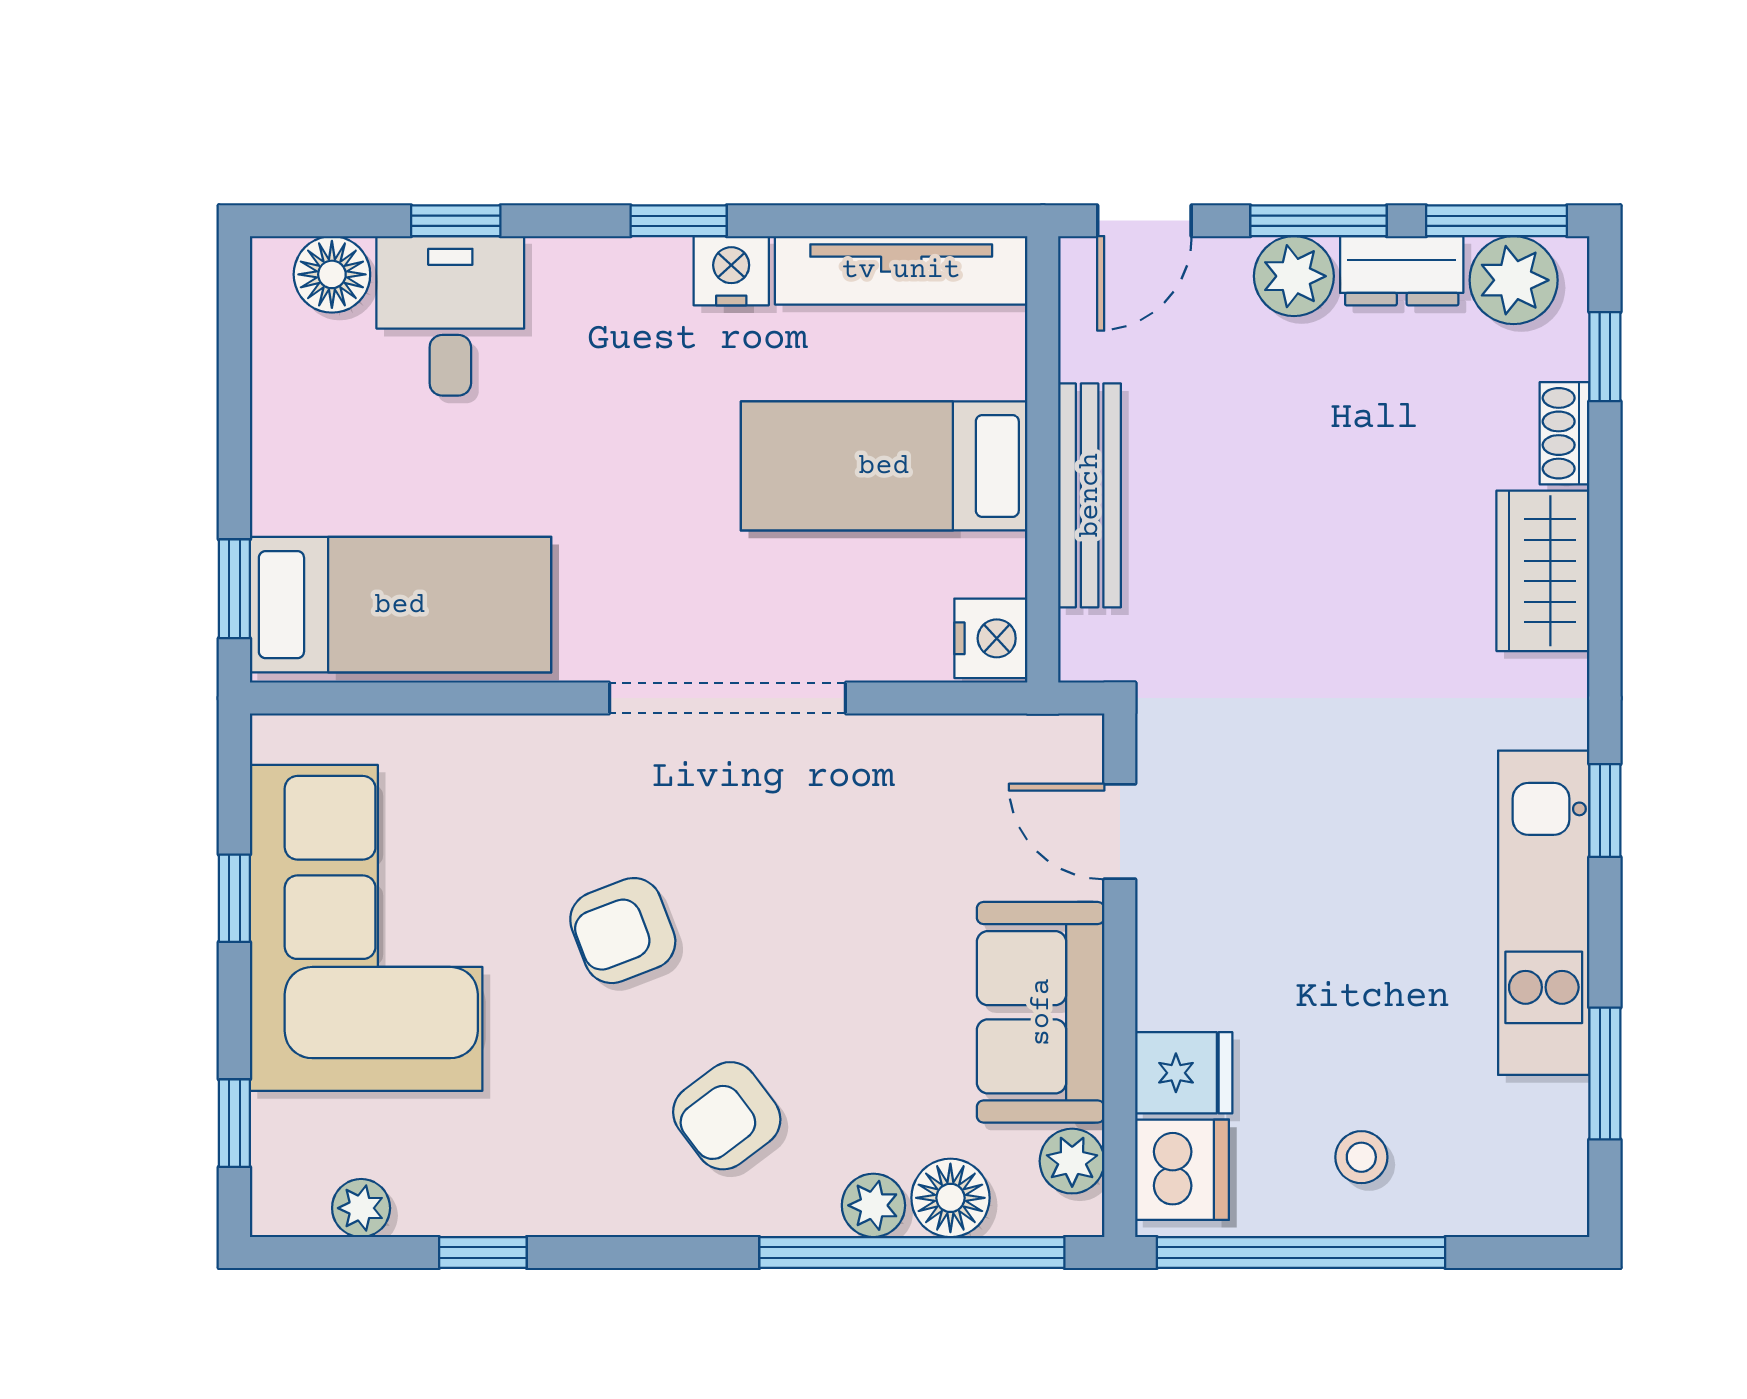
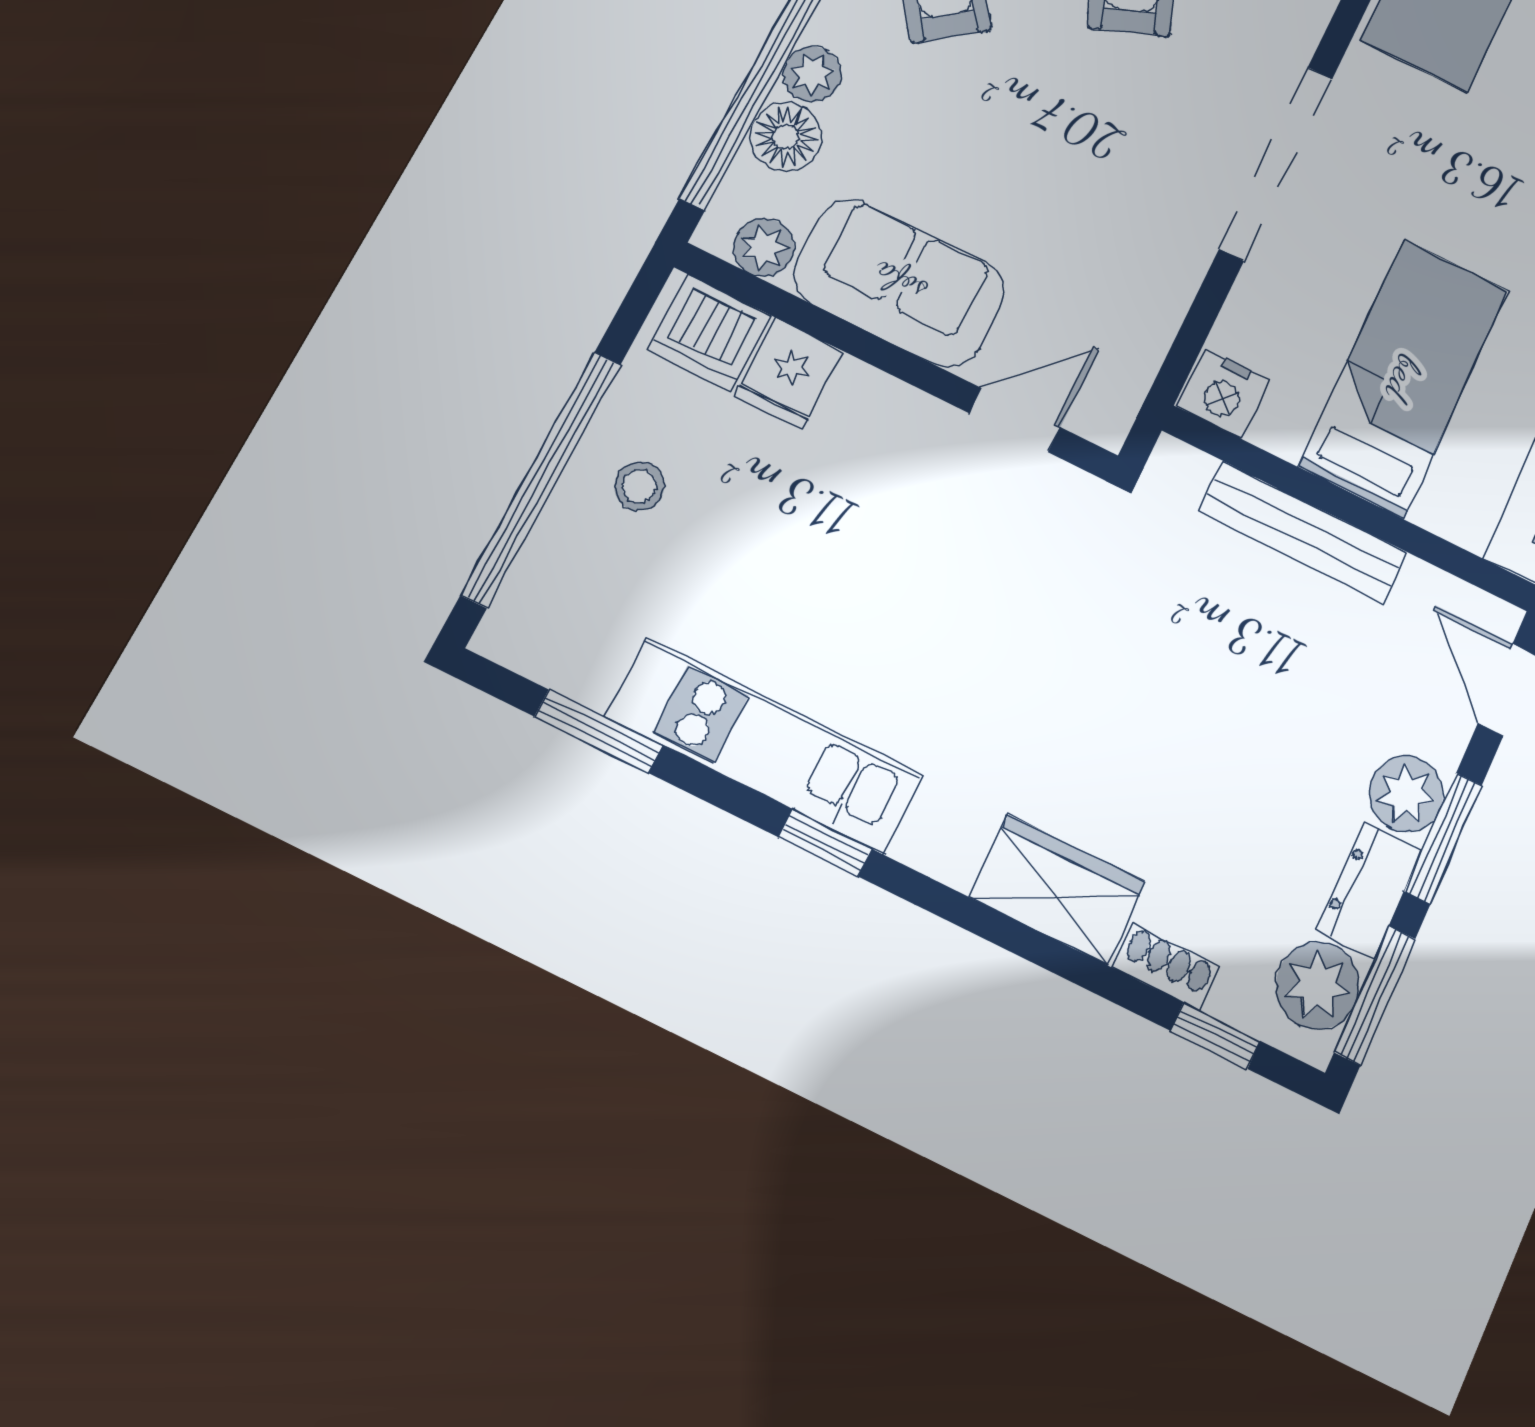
window: (1301, 1252) -> (541, 479), moved

